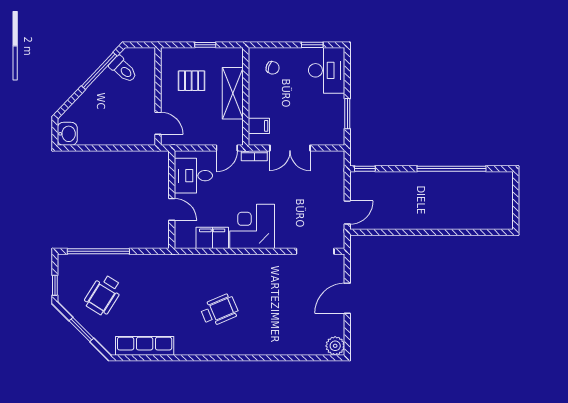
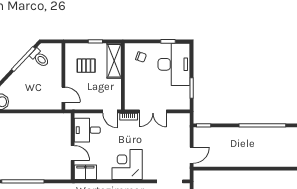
desk: (327, 70) -> (174, 64), width x1.36, depth x1.30
shelving: (233, 93) -> (114, 61), moved
filing cabinet: (259, 126) -> (132, 96), removed
door: (227, 148) -> (110, 111), hinge flipped
filing cabinet: (212, 238) -> (85, 172), moved

